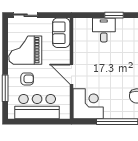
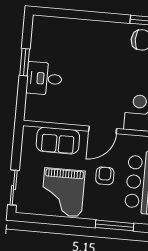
sofa: (61, 33) -> (58, 141), moved
armchair: (27, 79) -> (105, 176), moved

